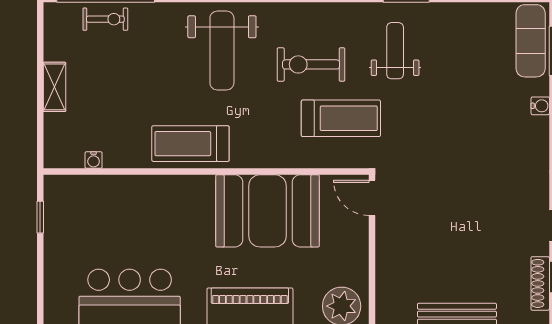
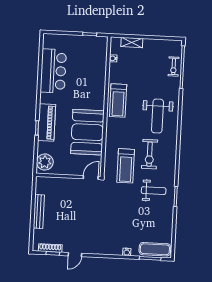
weight bench: (222, 51) -> (157, 116), turned -90
exercise bike: (311, 64) -> (150, 154), turned 180
shelving: (54, 87) -> (132, 42), moved
treadmill: (190, 144) -> (118, 100), turned 180

